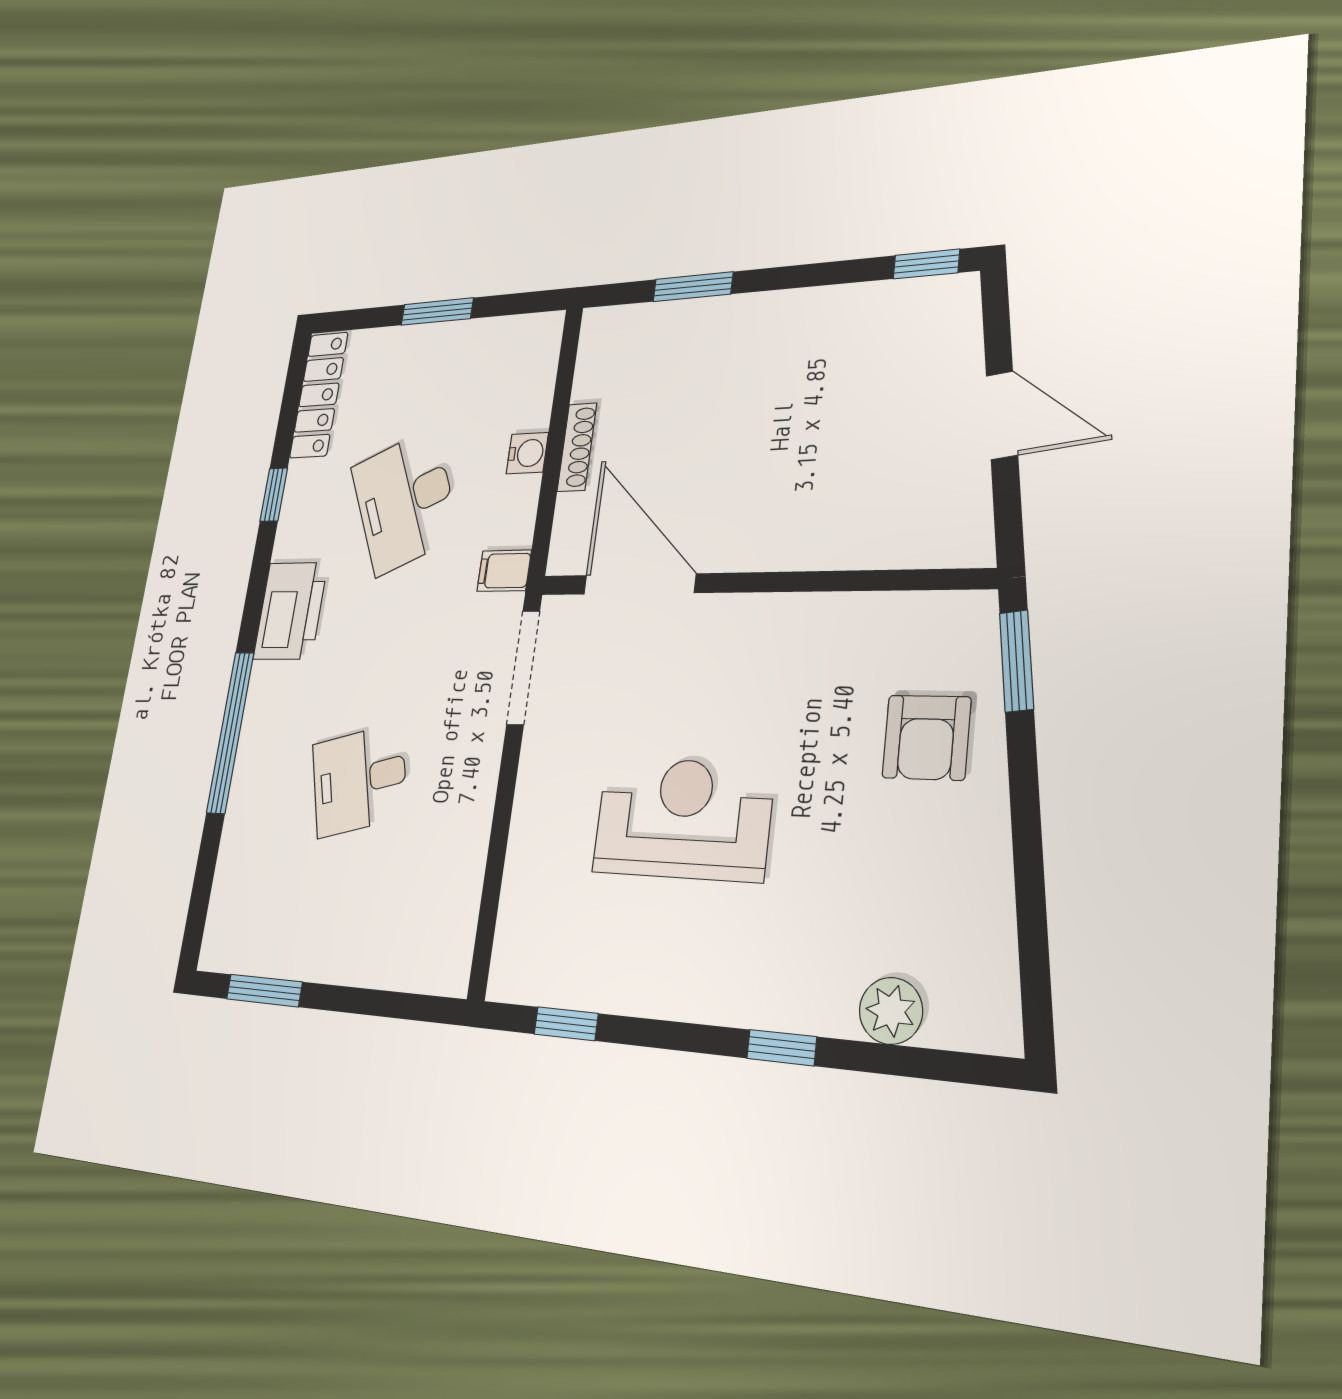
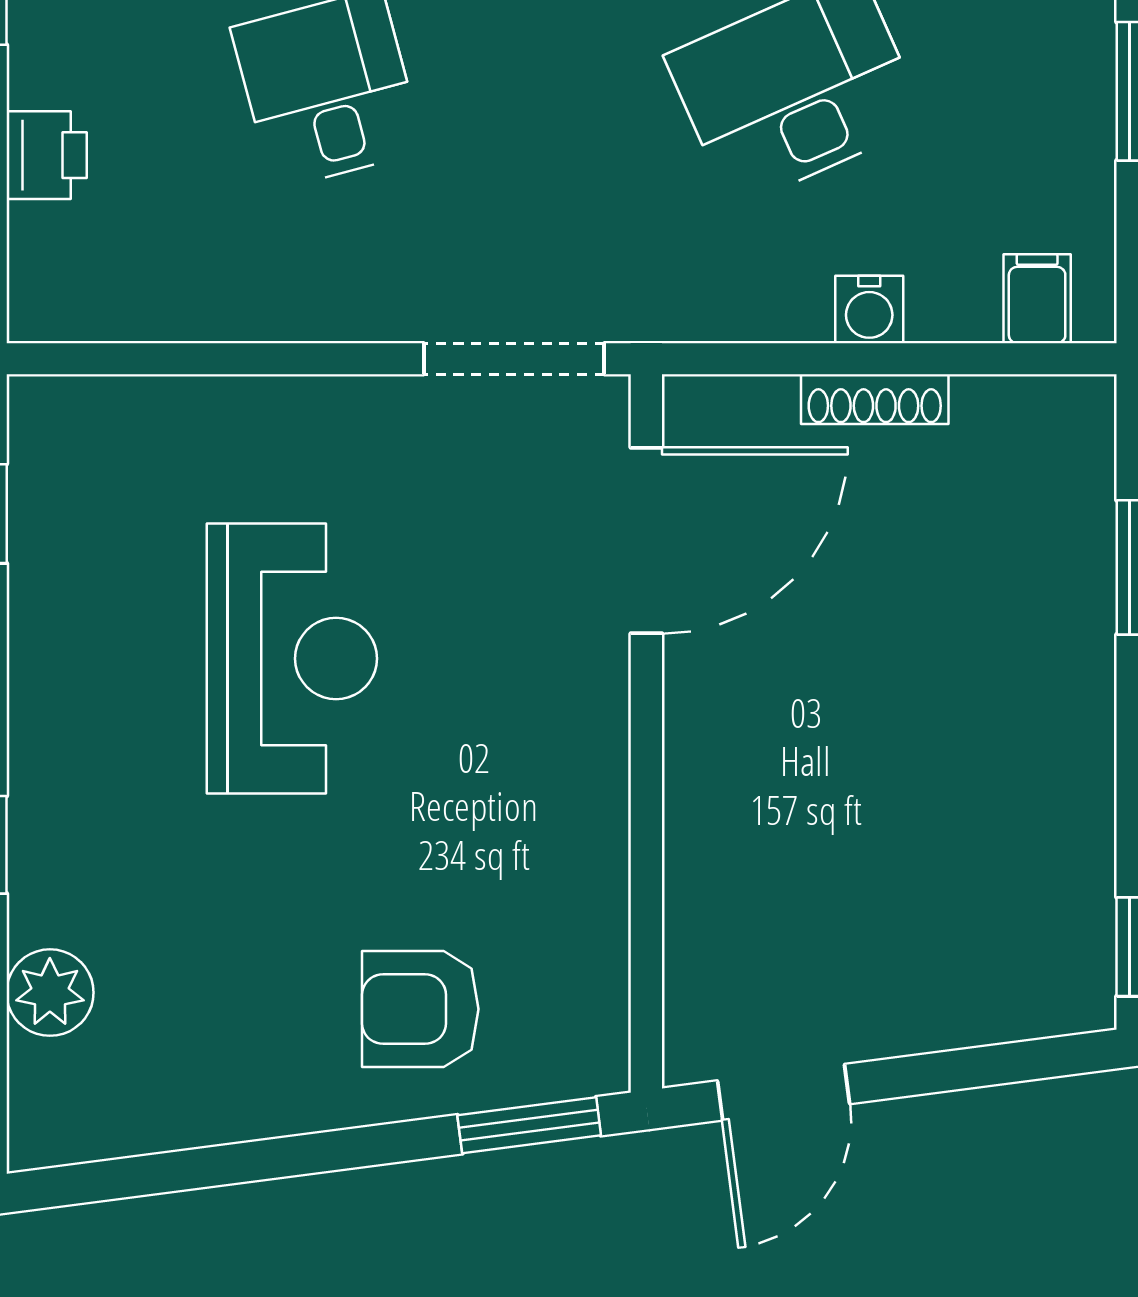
door: (1002, 415) -> (783, 1092), moved
filing cabinet: (504, 571) -> (1037, 299), moved
printer: (366, 962) -> (47, 155), added

